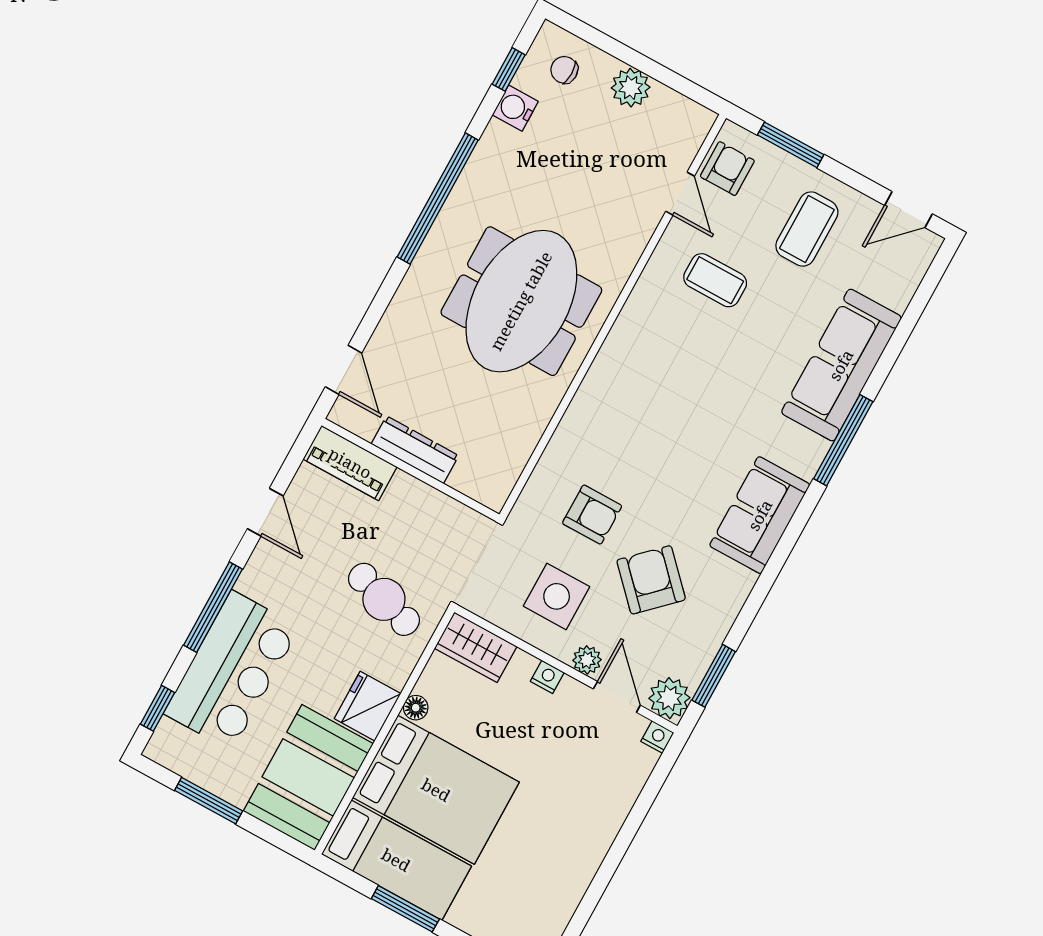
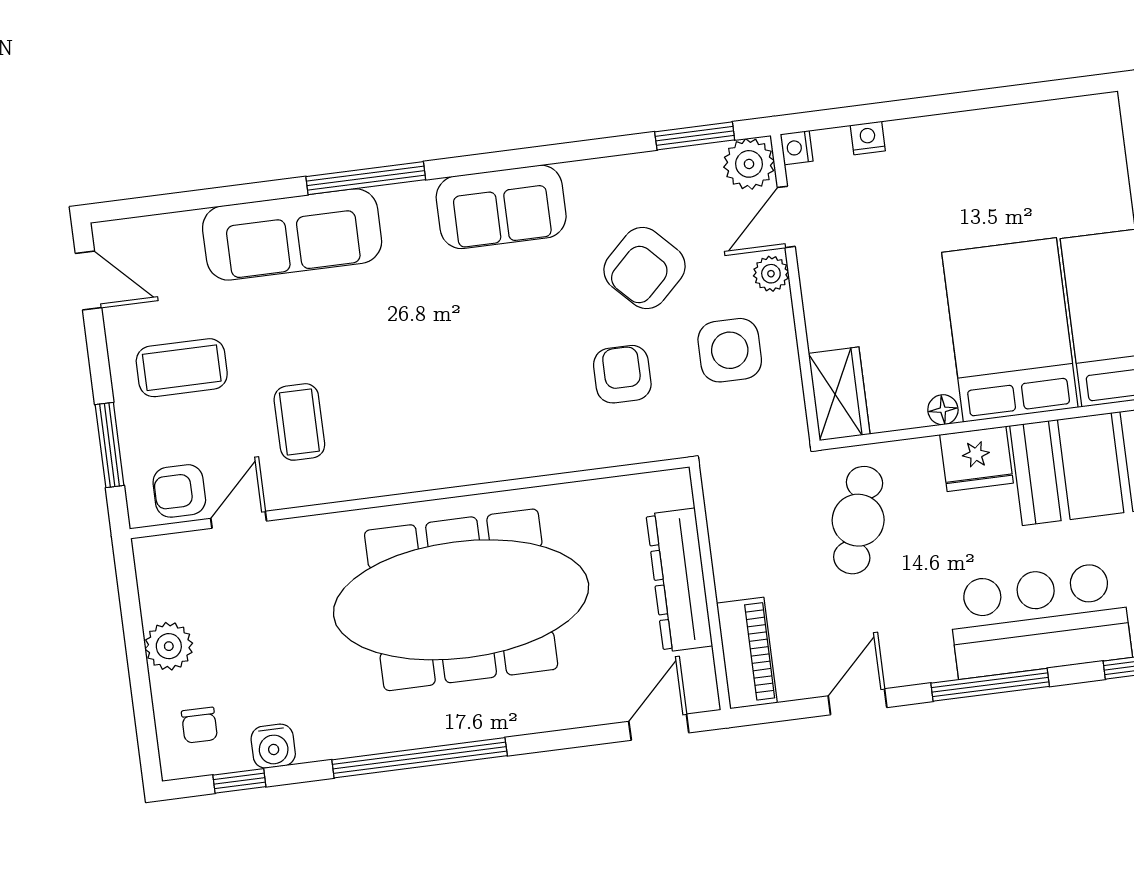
meeting table: (521, 301) -> (461, 600), width x1.36
dresser: (415, 450) -> (679, 580), width x1.37, depth x1.24
nightstand: (547, 677) -> (868, 138), moved, turned 90

